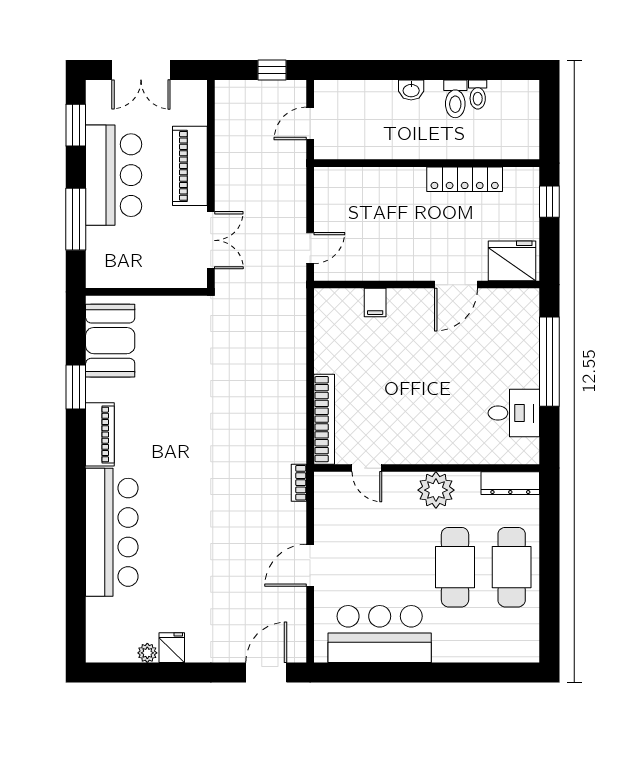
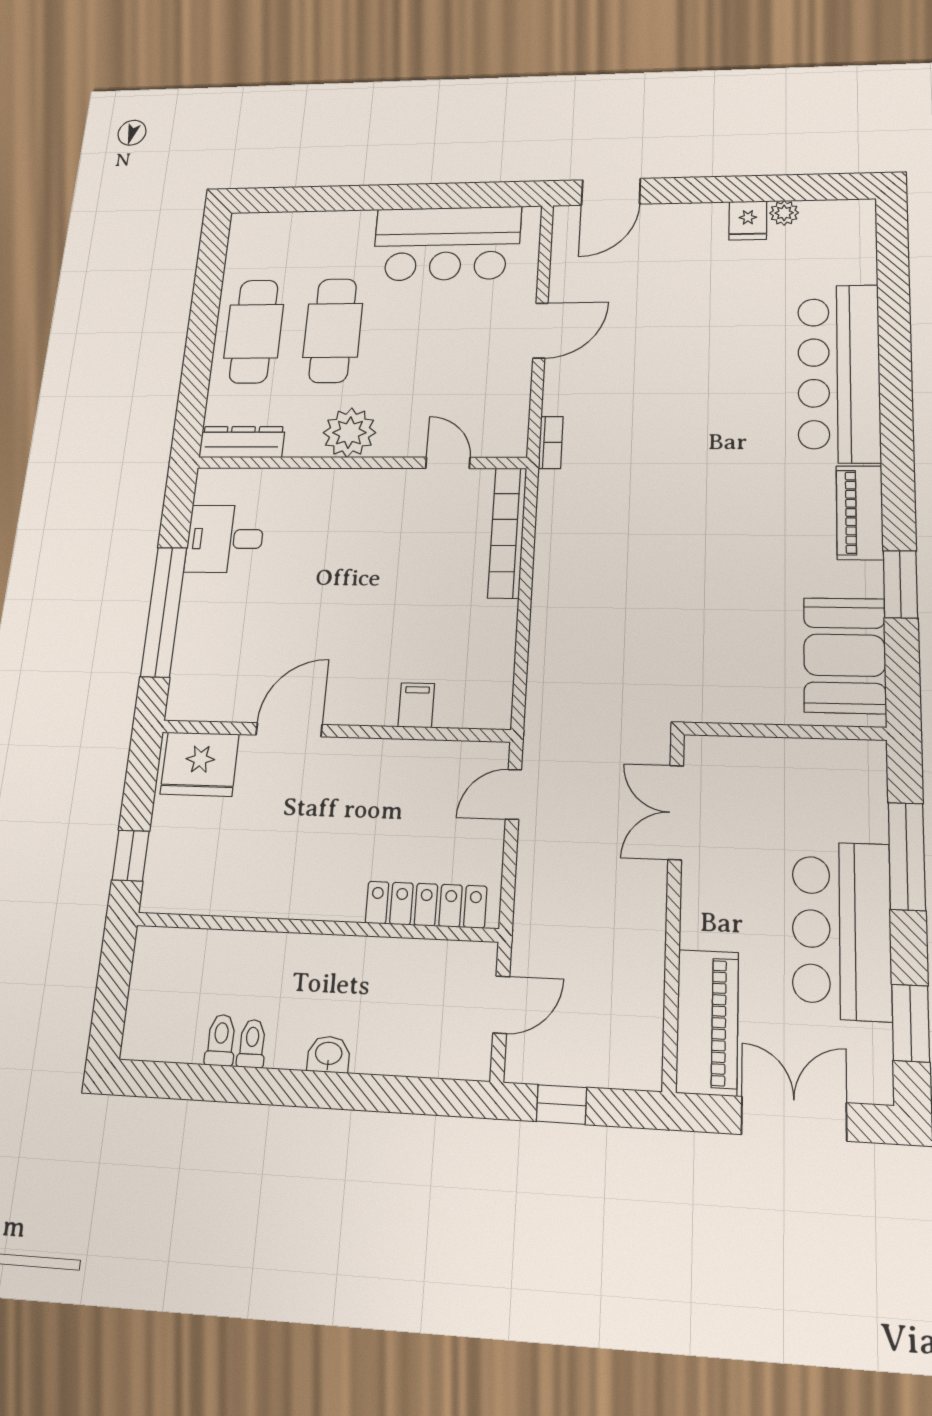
toilet: (455, 99) -> (252, 1044), width x0.73, depth x0.72
piano: (190, 166) -> (707, 1022), moved
locker: (465, 179) -> (426, 905), moved

